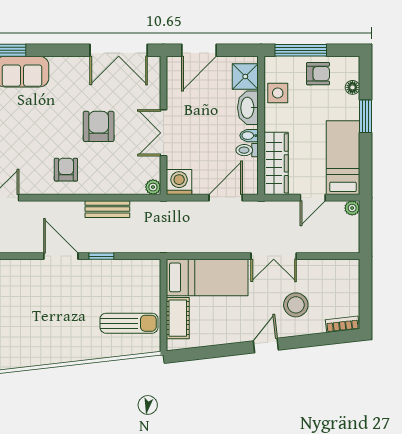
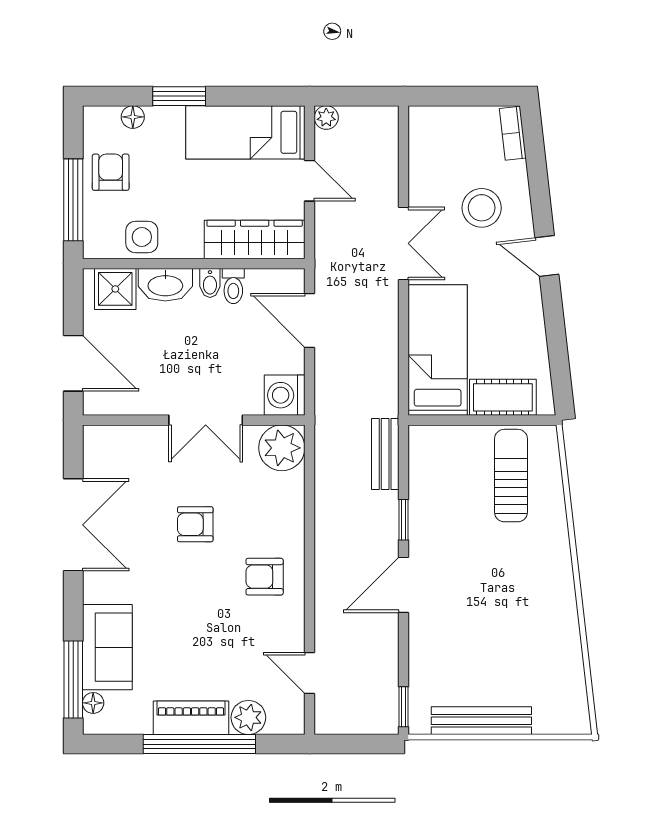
double door: (119, 50) -> (73, 525), moved
armchair: (99, 126) -> (195, 524), width x0.72, depth x0.72
plant: (153, 187) -> (282, 448), width x1.88, depth x1.88
bench: (107, 209) -> (385, 454), moved

